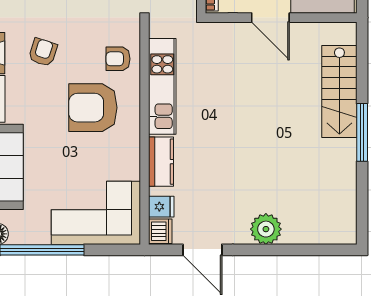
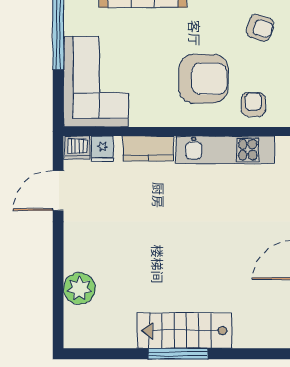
stairs: (339, 91) -> (185, 331), moved
armchair: (93, 108) -> (203, 79), turned 90
plant: (266, 229) -> (79, 289), moved

